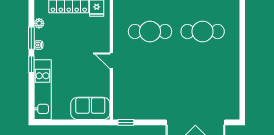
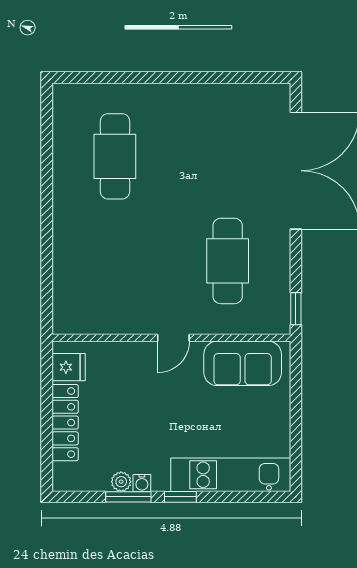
plant: (39, 23) -> (121, 482), moved
cafe table: (150, 31) -> (228, 261), moved
sofa: (90, 108) -> (243, 363), moved, turned -90

